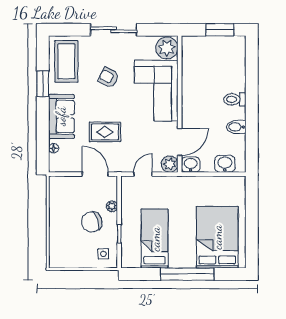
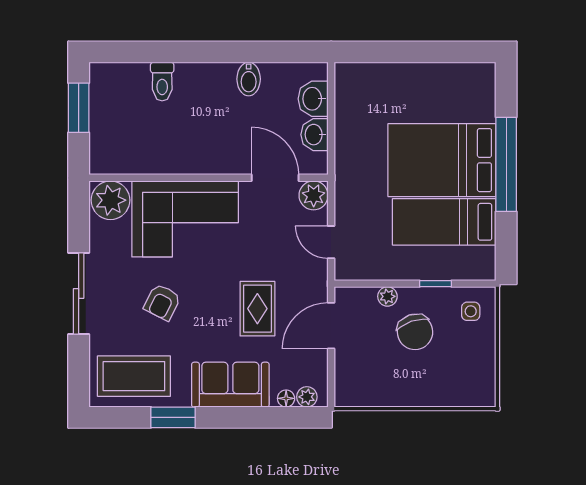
toilet: (235, 99) -> (162, 82), moved
plant: (54, 160) -> (307, 397), added
washbasin: (191, 165) -> (314, 135), moved
bed: (217, 237) -> (442, 160), moved

